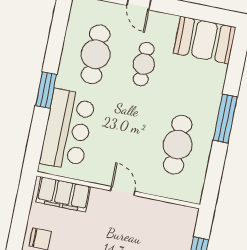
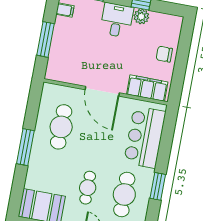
window: (46, 90) -> (158, 186), moved
door: (123, 191) -> (102, 91), width x1.87

